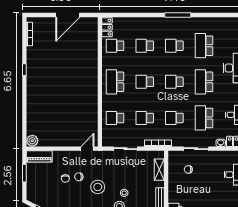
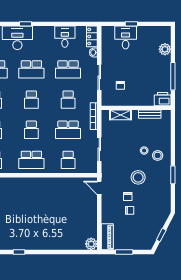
school desk: (145, 118) -> (68, 130), width x1.85

